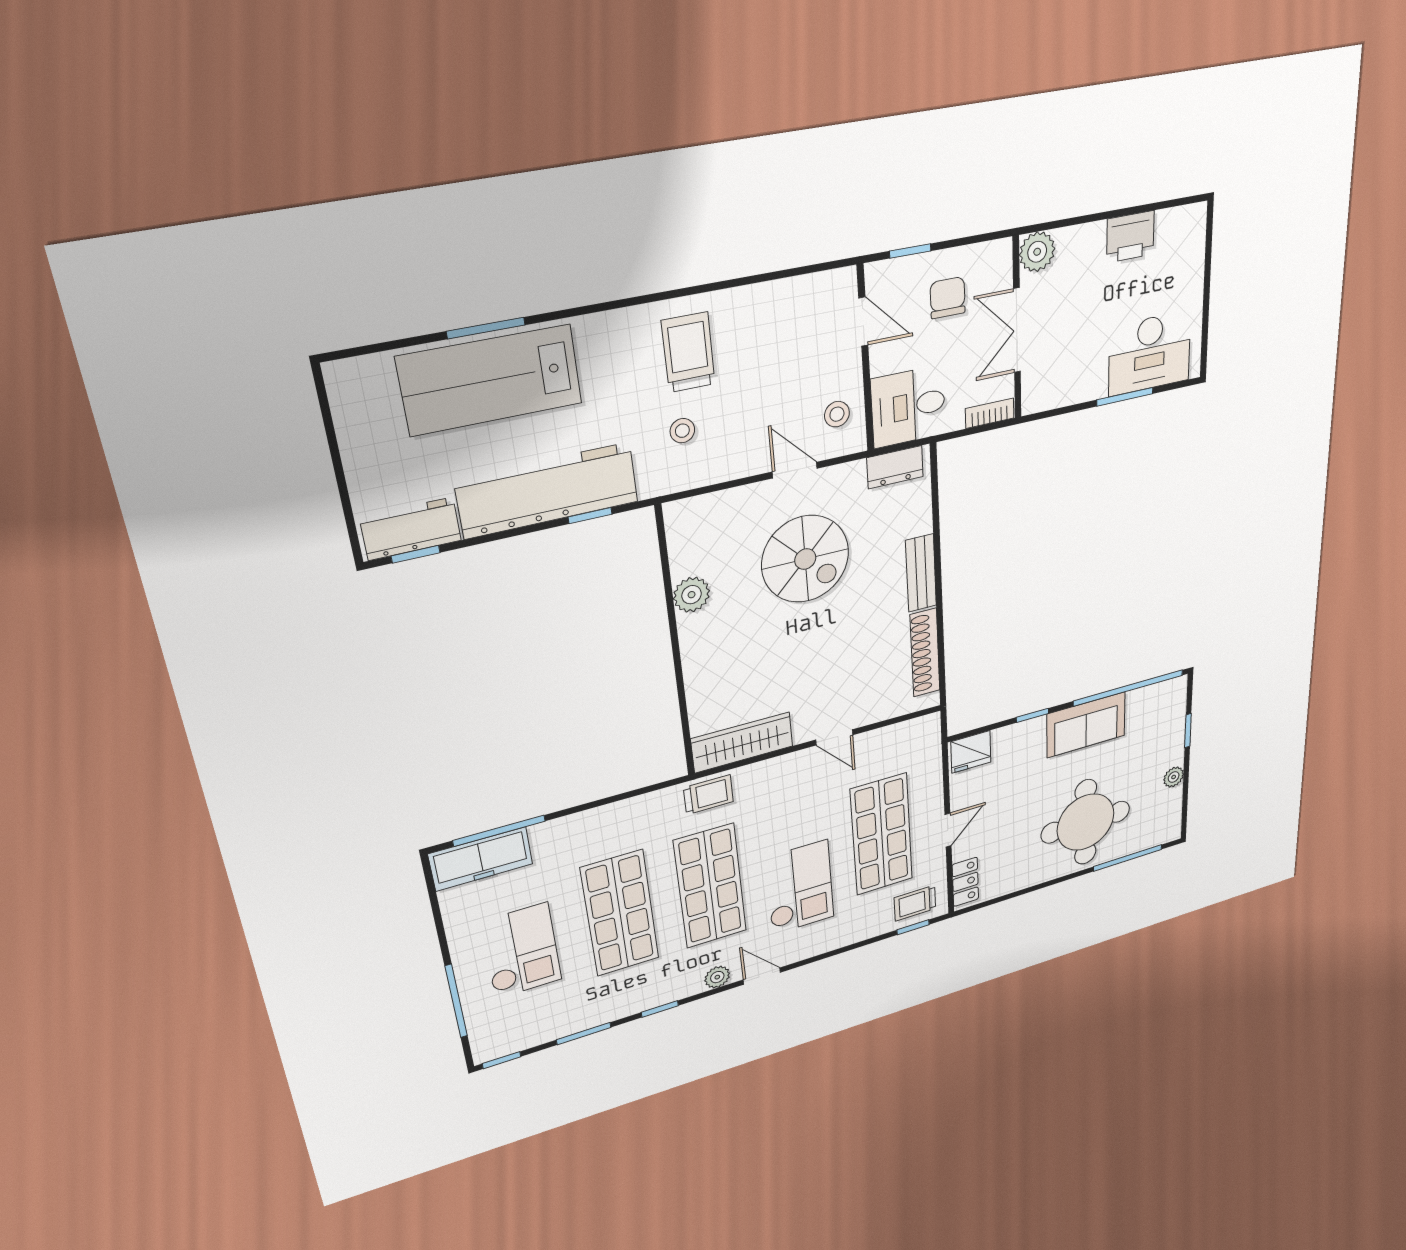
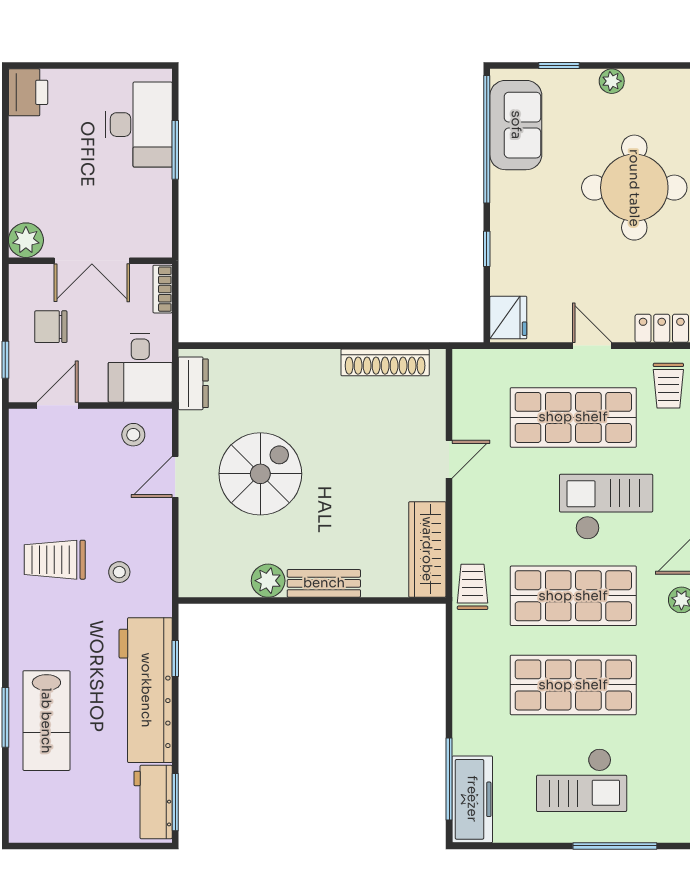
printer: (1130, 237) -> (28, 92), moved
lab bench: (490, 380) -> (46, 721), width x0.73, depth x0.72
window: (416, 554) -> (175, 802), width x1.50
bench: (921, 573) -> (324, 583), moved
sofa: (1086, 725) -> (516, 125), moved
checkout: (521, 951) -> (582, 780), turned 180

